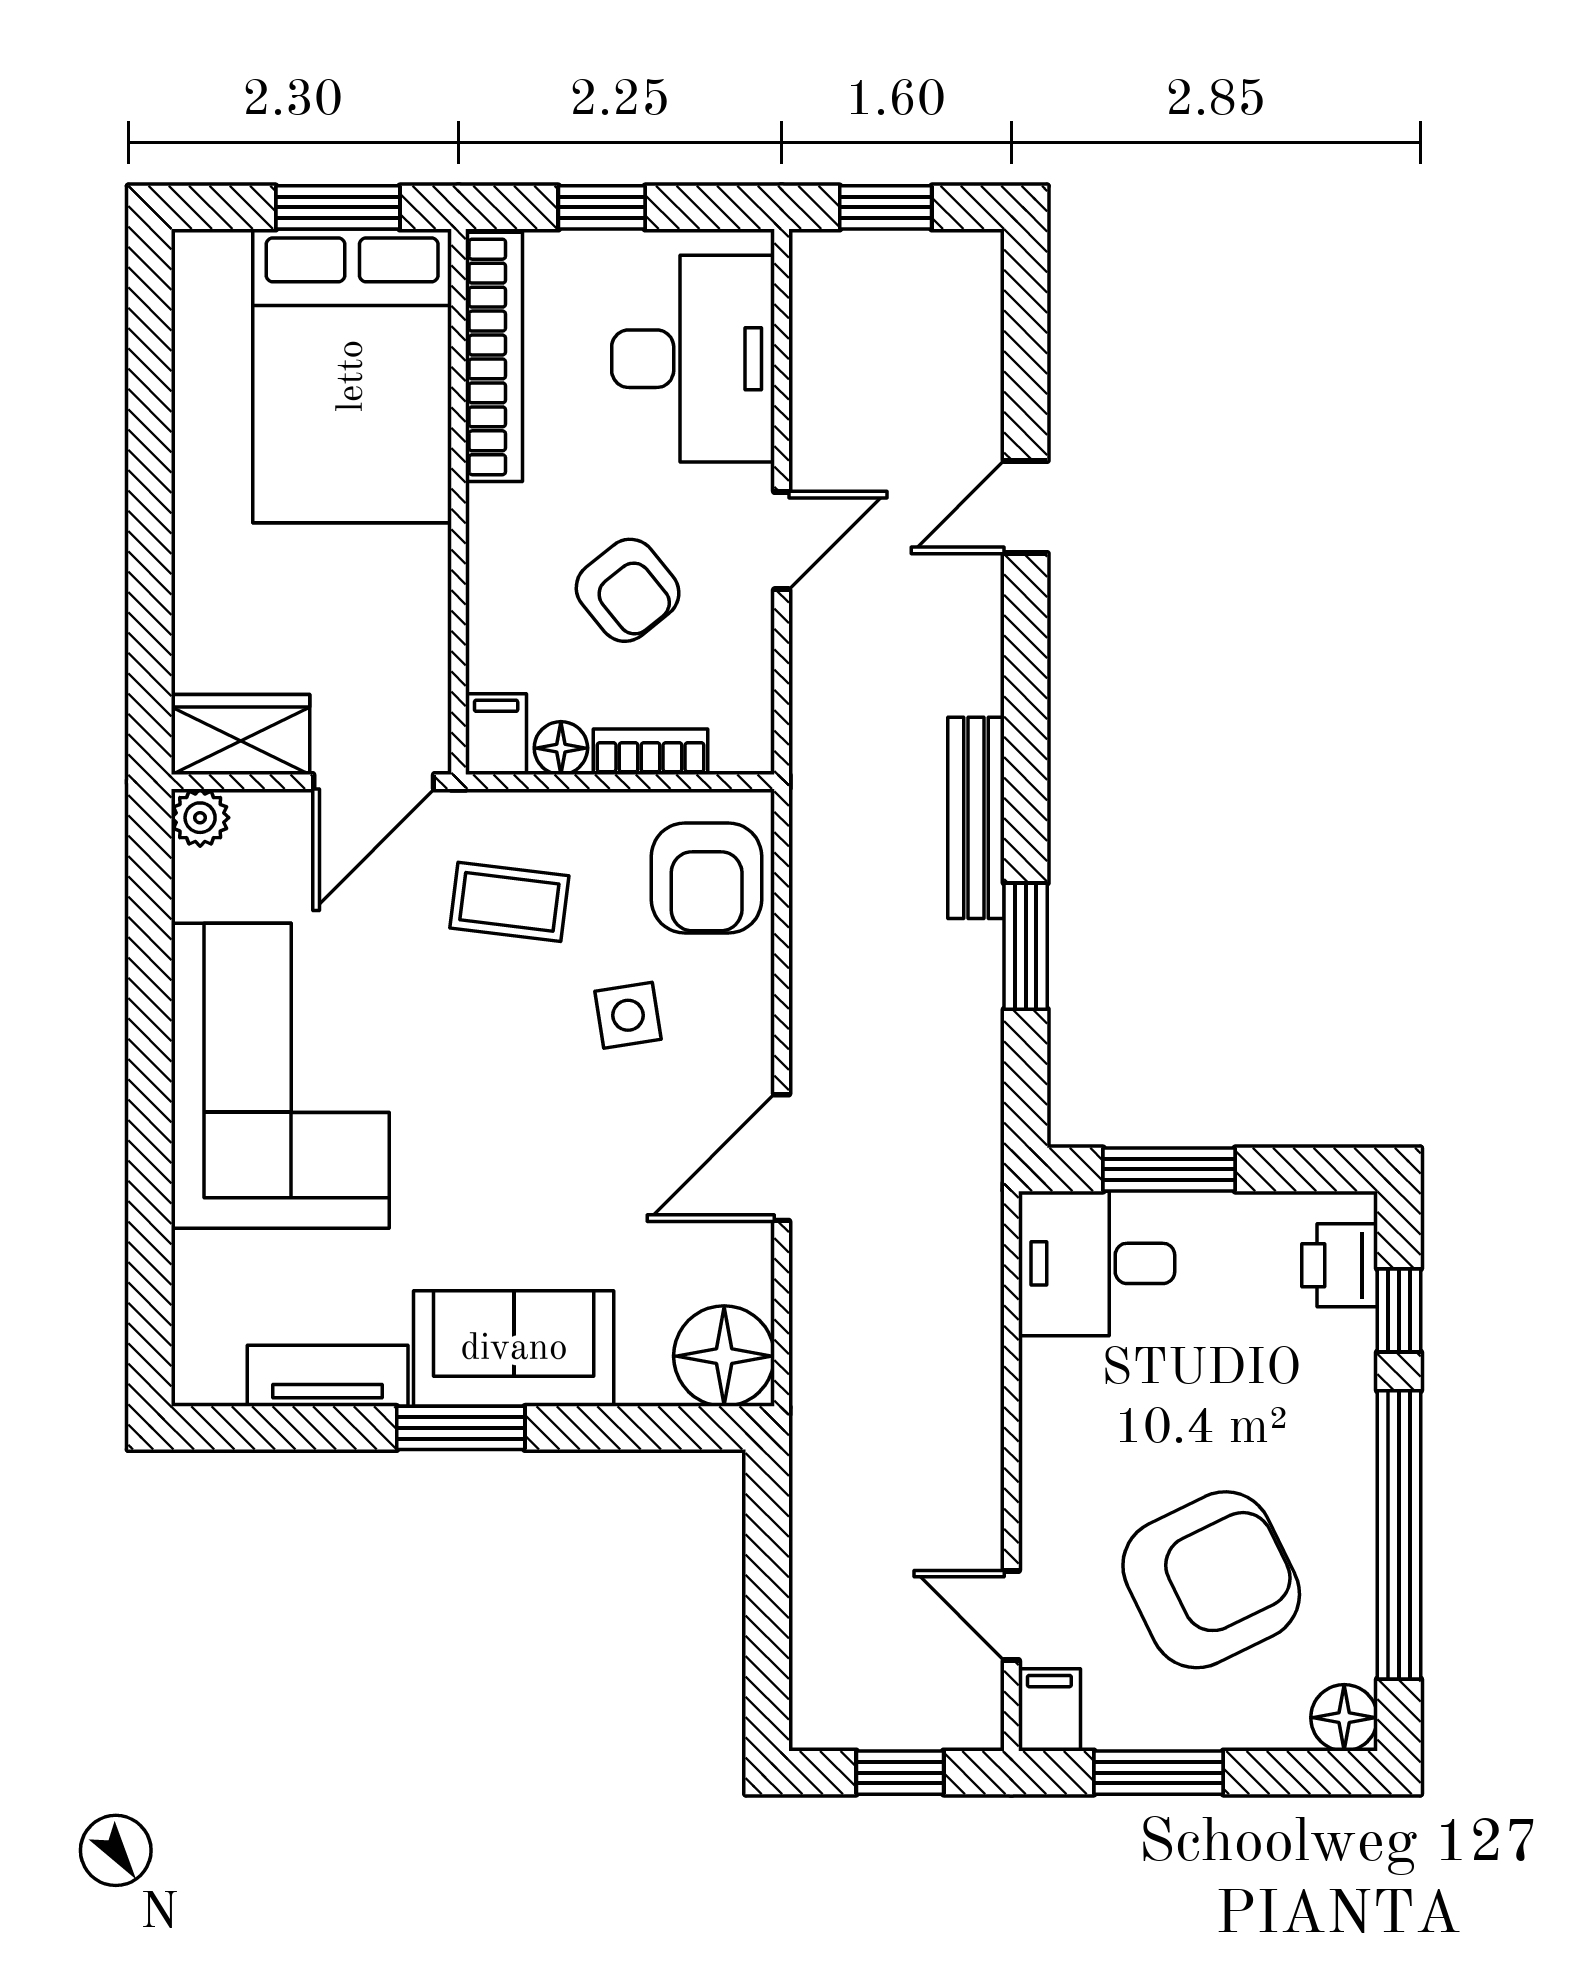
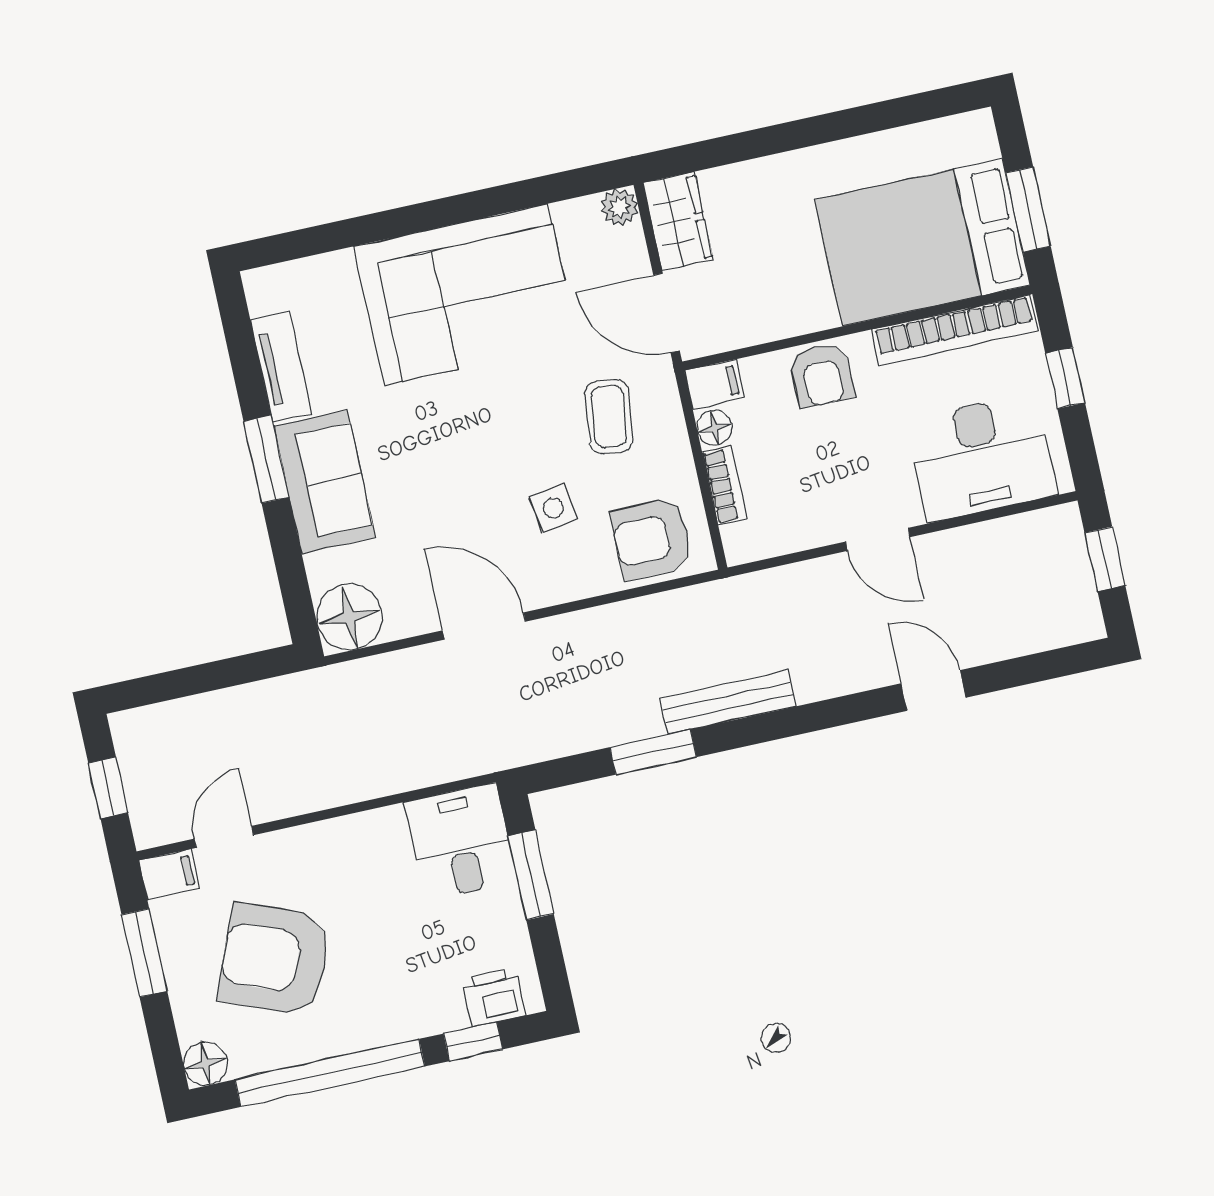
armchair: (628, 590) -> (822, 375), moved, turned -51
armchair: (1211, 1580) -> (275, 959), turned 138

